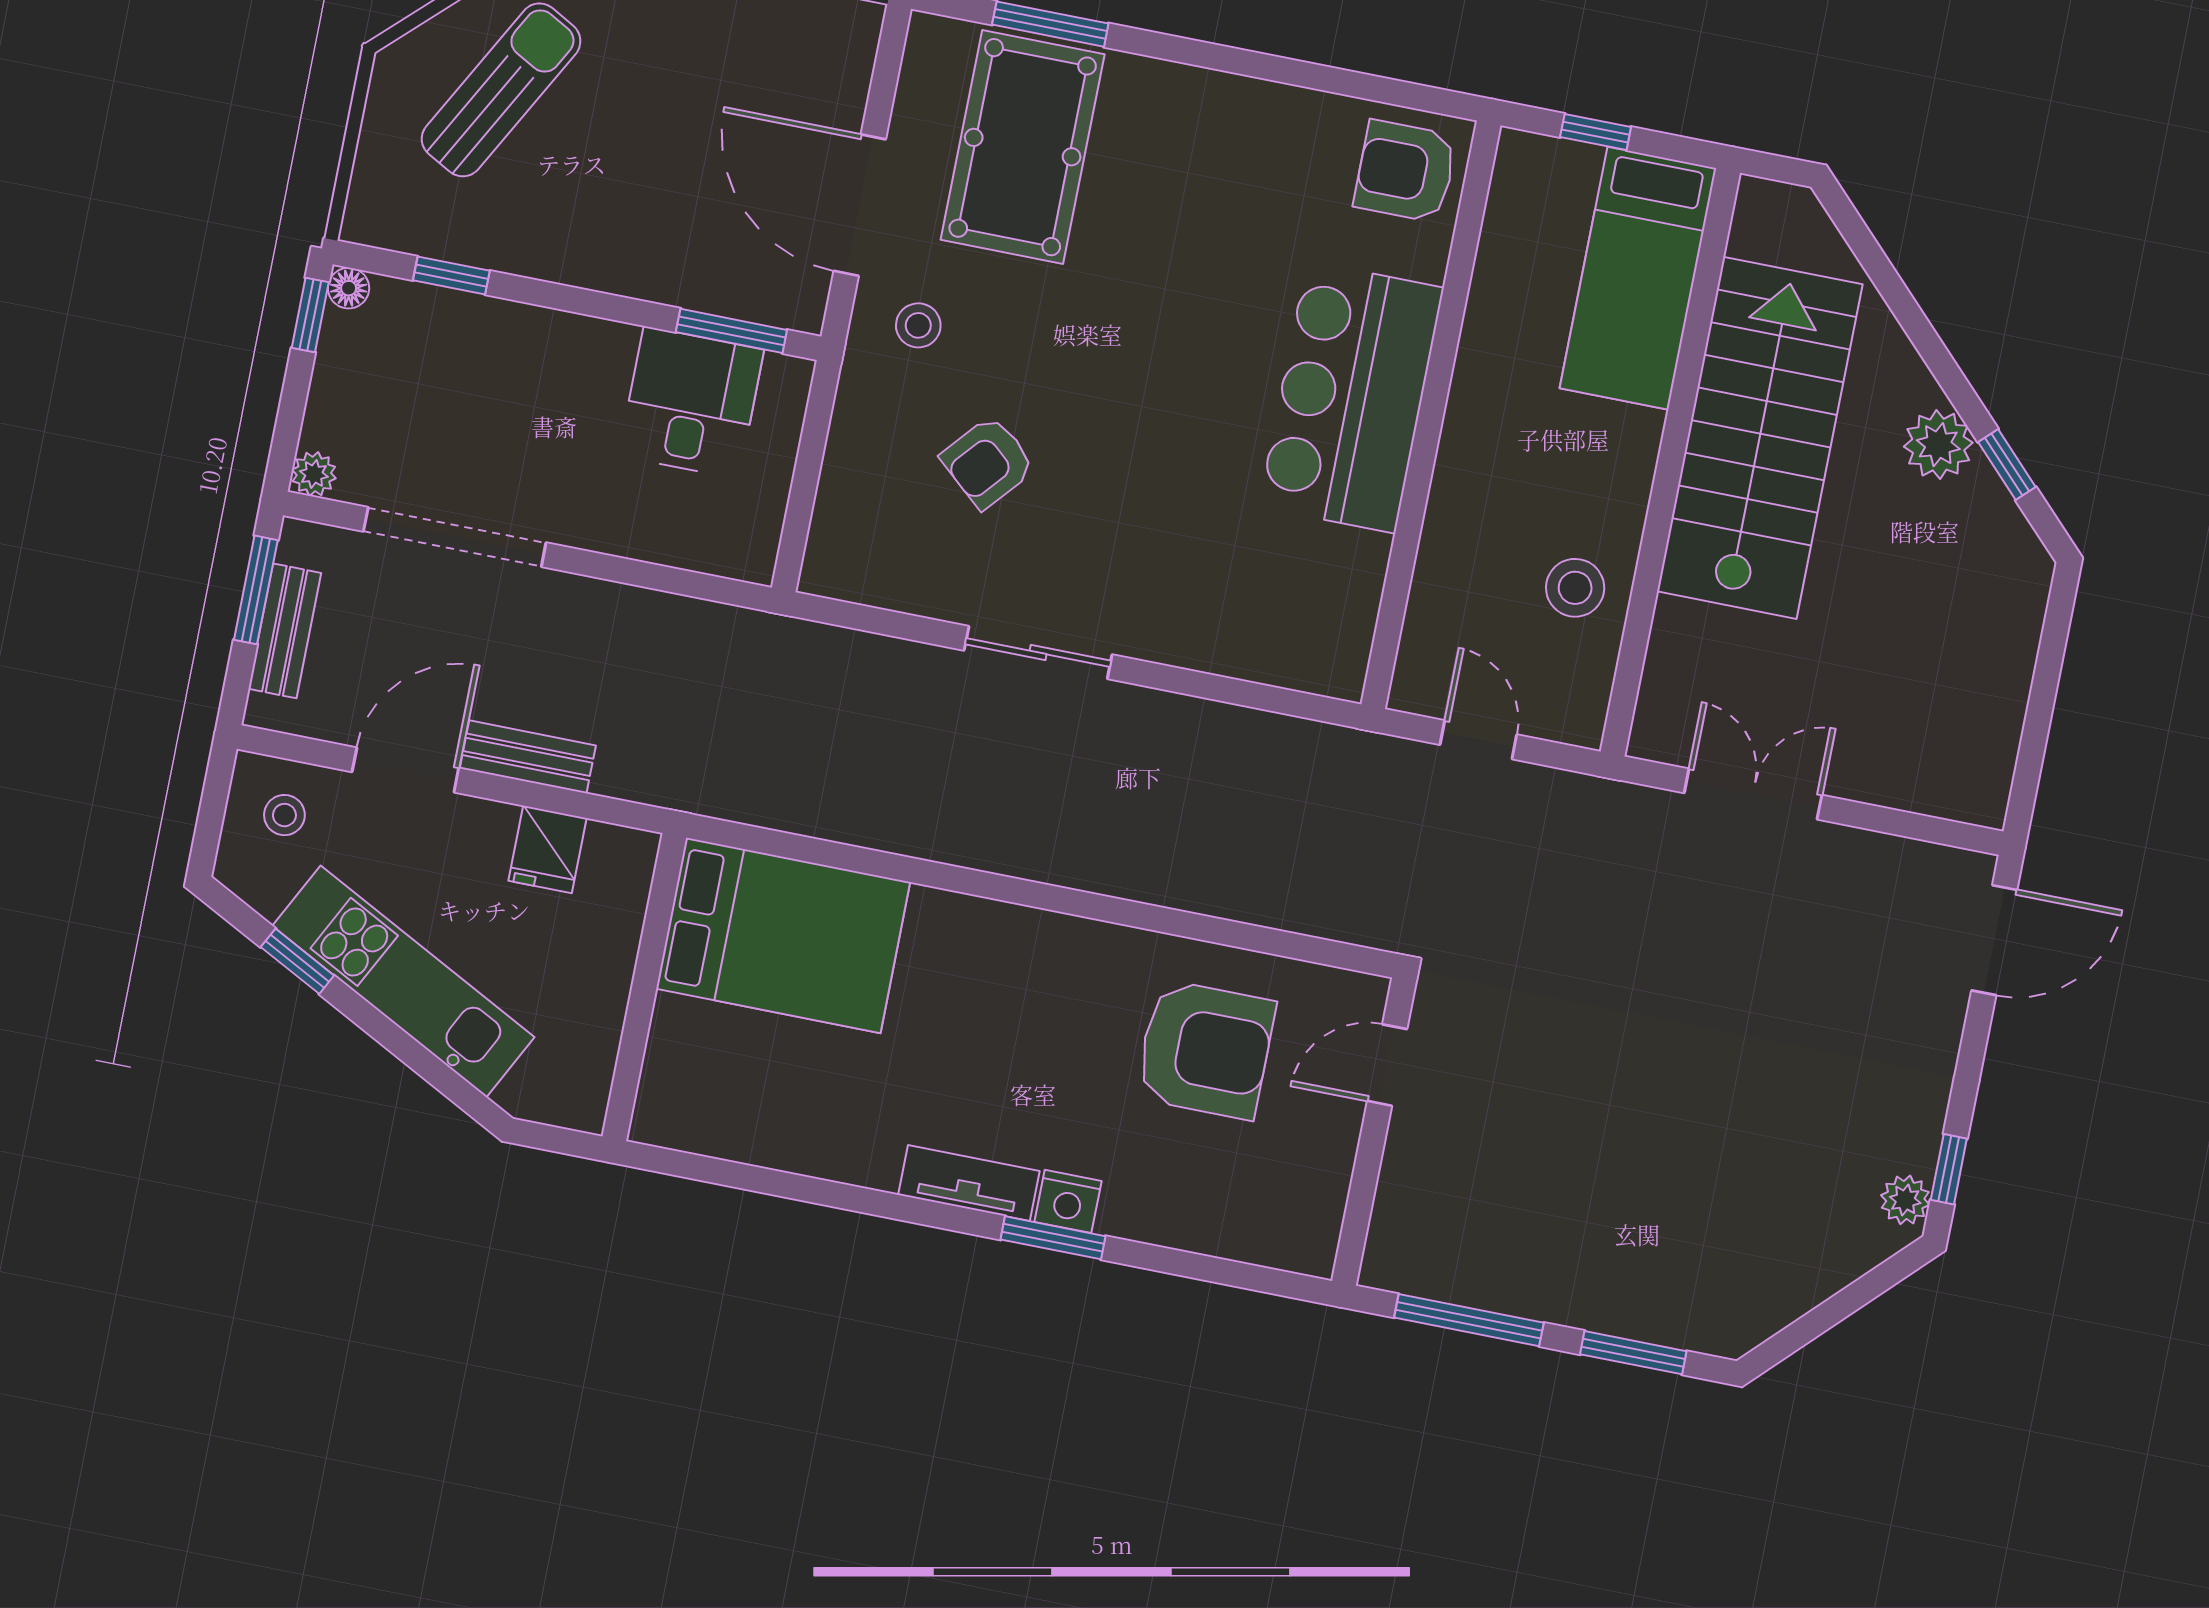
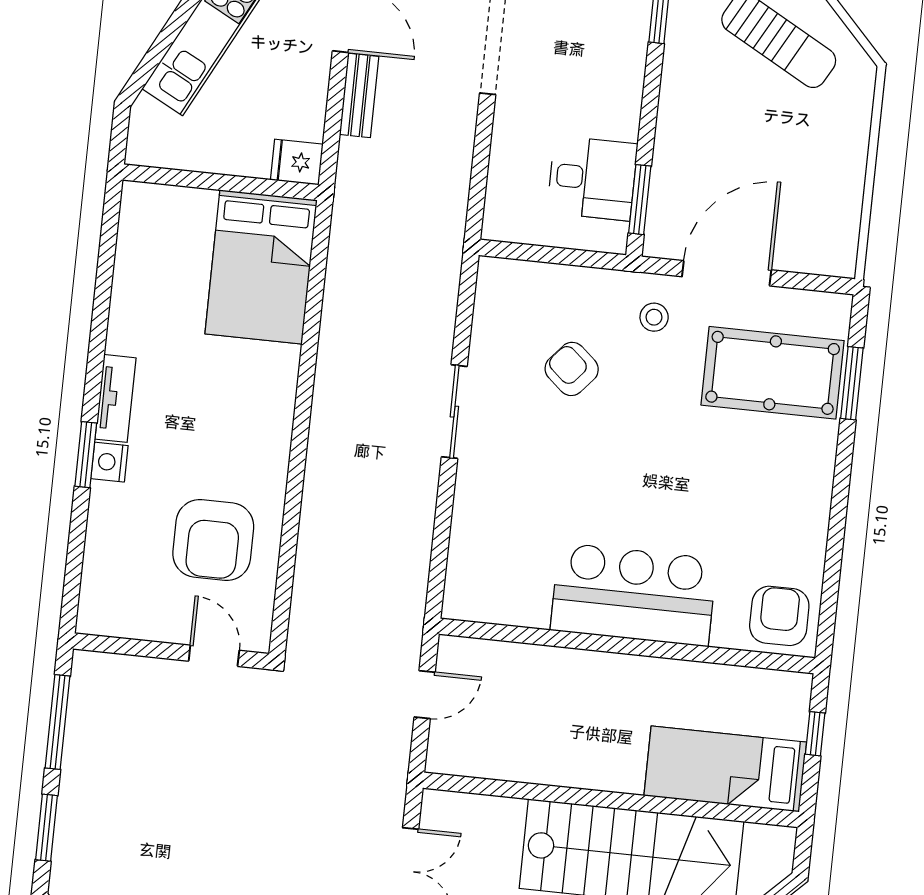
stool: (1575, 588) -> (526, 747), removed
fridge: (548, 849) -> (297, 162), moved

